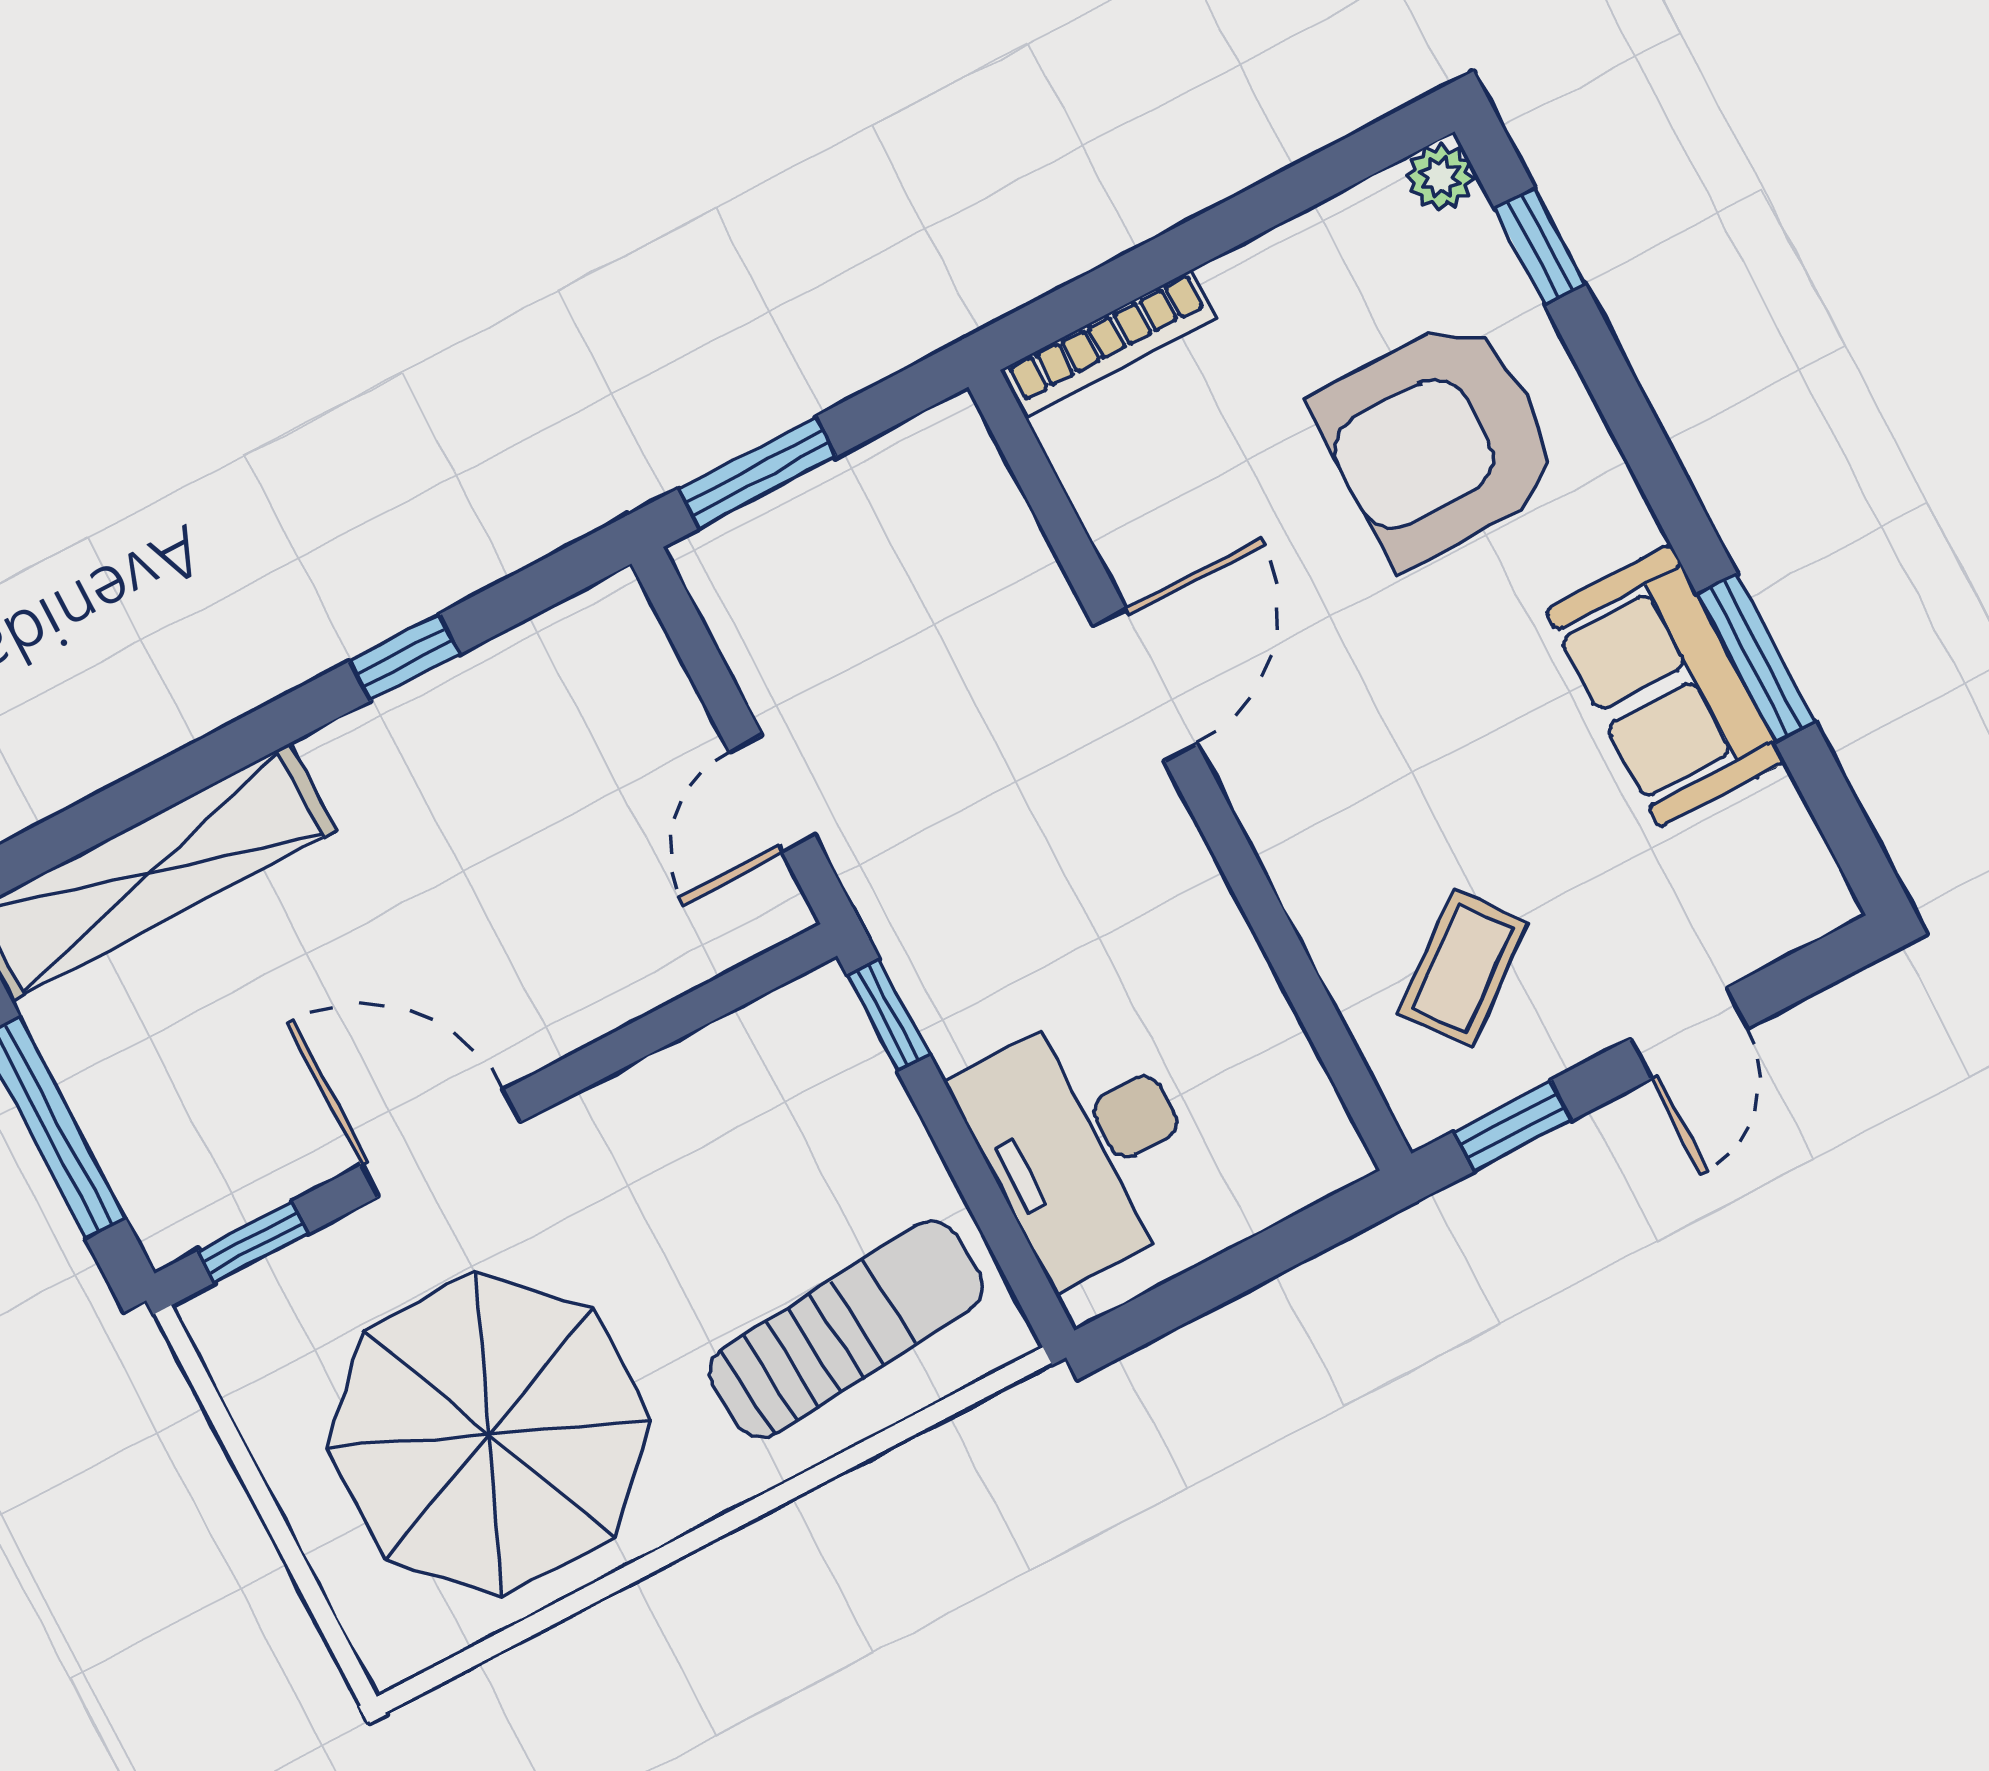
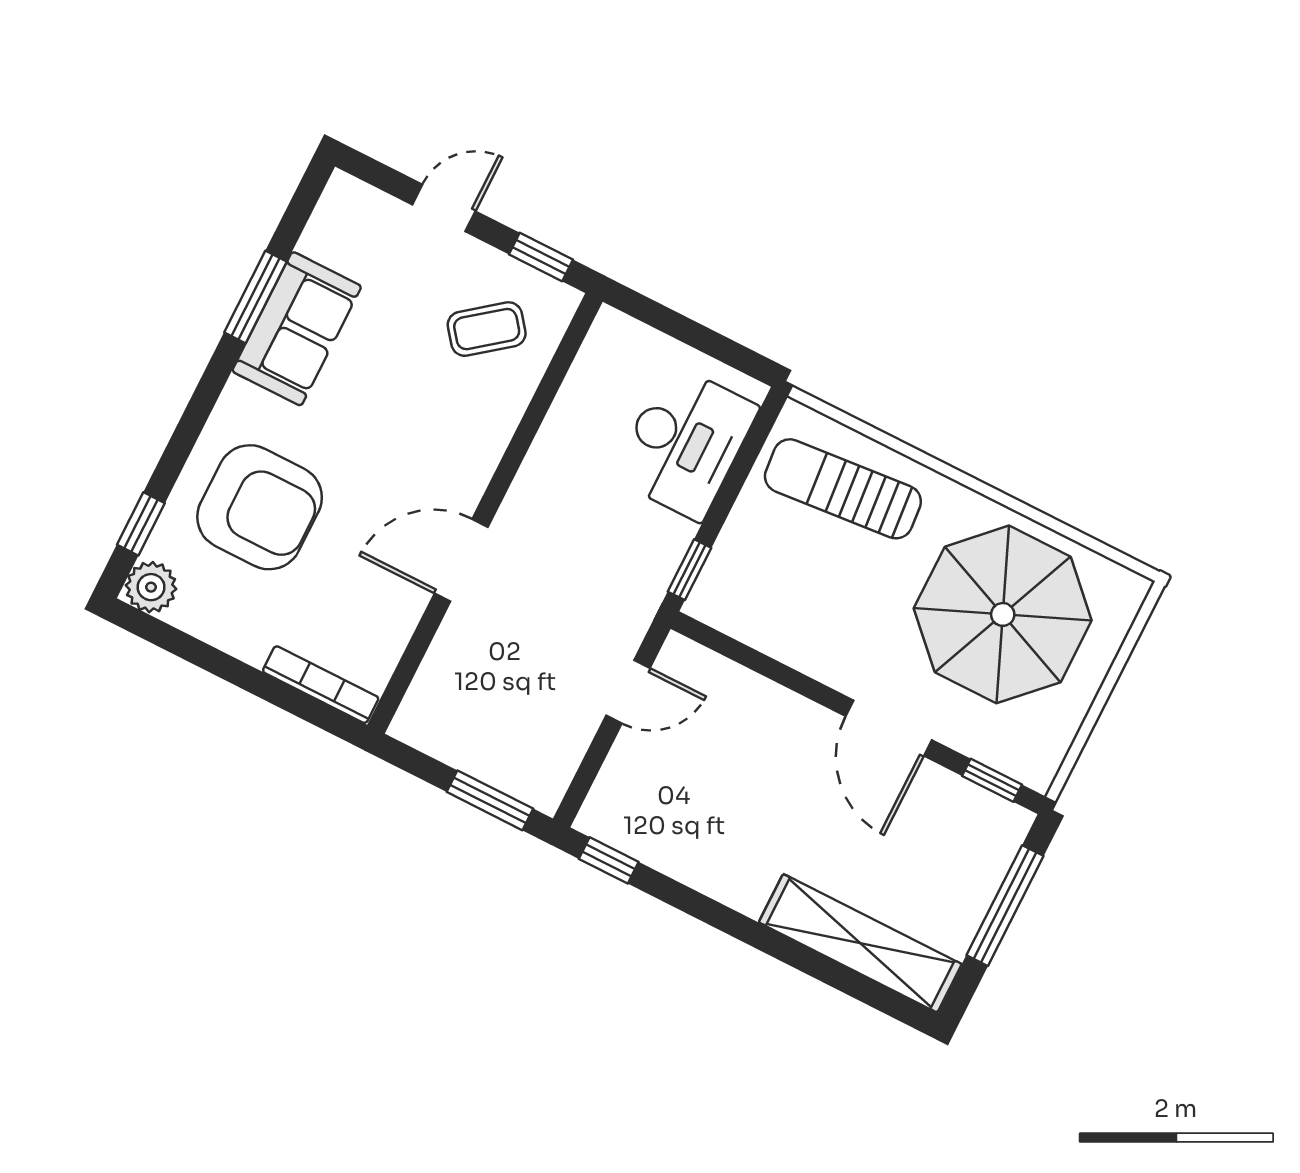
plant: (1440, 177) -> (151, 587), width x1.38, depth x1.38
window: (405, 658) -> (609, 860), moved

